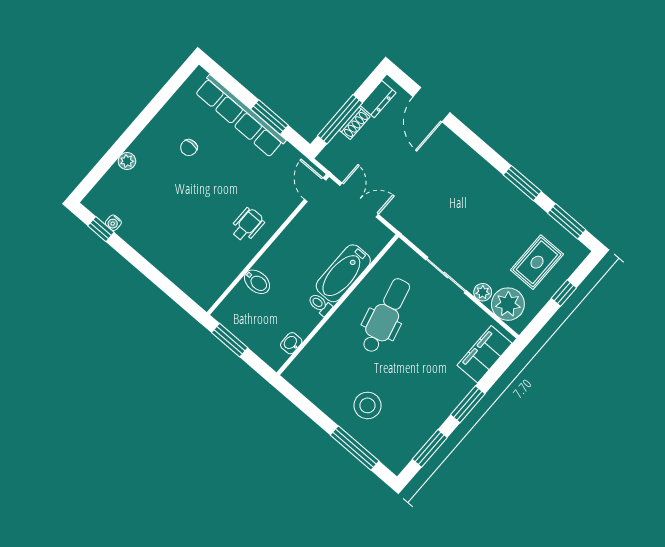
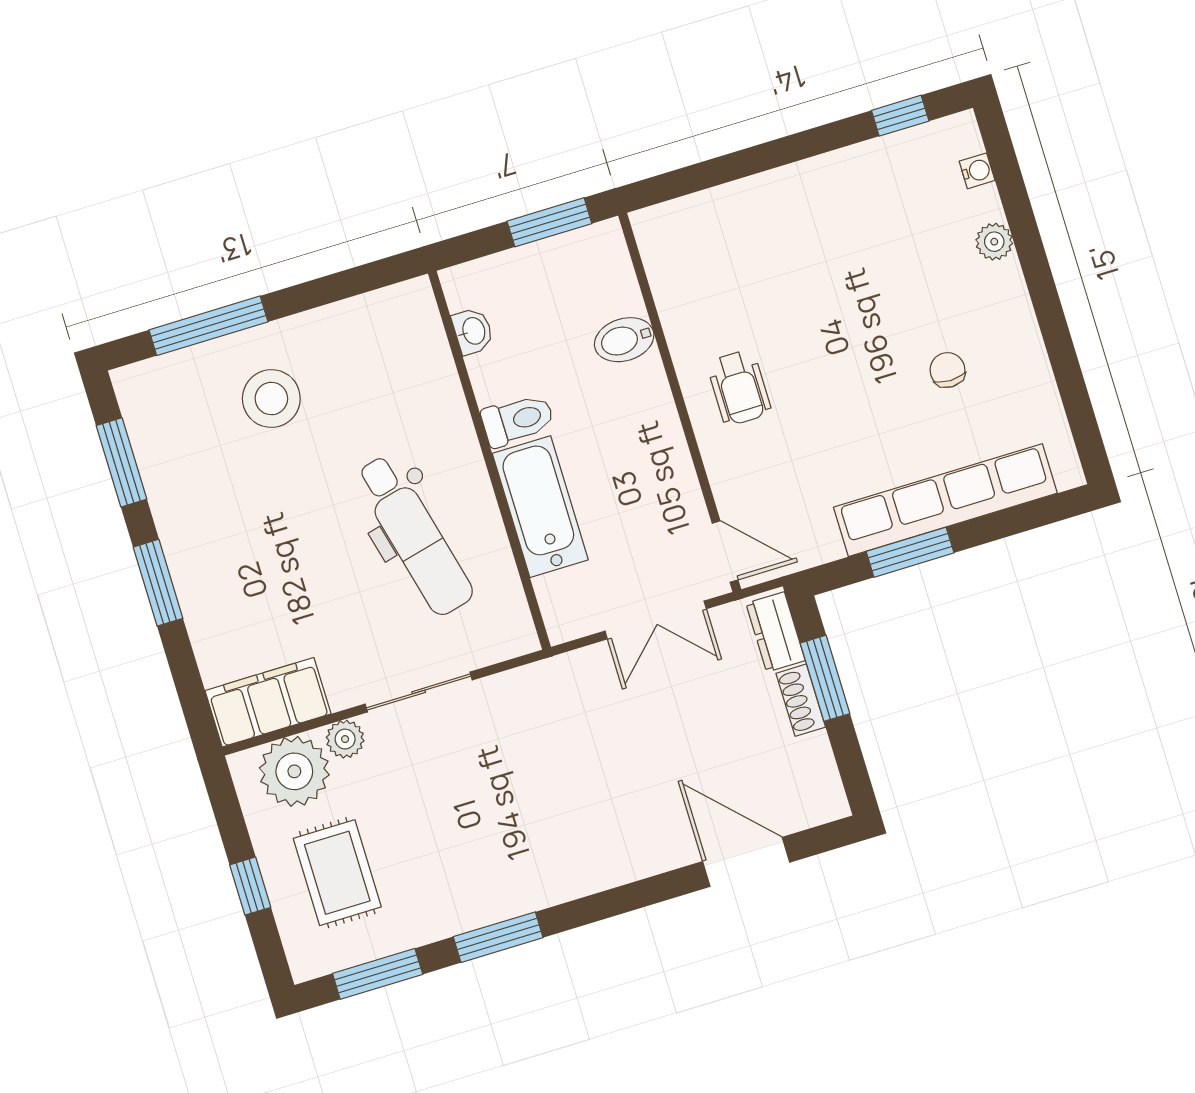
dresser: (378, 99) -> (776, 632), moved
window: (340, 119) -> (825, 678), width x0.69
water cooler: (113, 223) -> (977, 171), moved, turned 90
toilet: (320, 304) -> (518, 420), width x1.37, depth x1.39
filing cabinet: (485, 354) -> (268, 702), moved, turned -90

